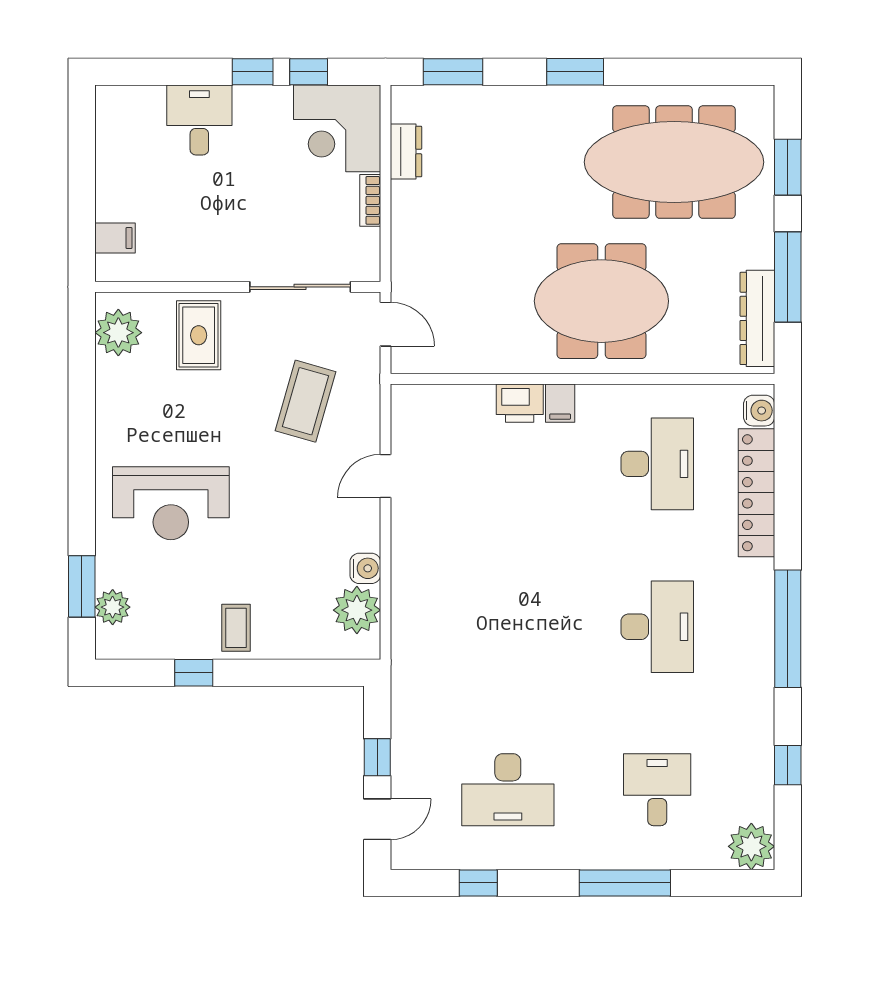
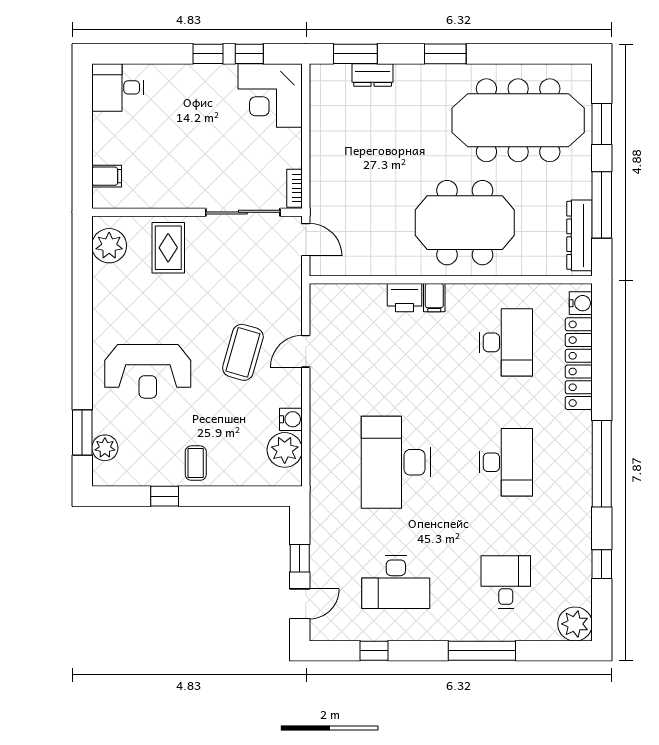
desk: (199, 120) -> (118, 87), moved, turned -90
dresser: (406, 152) -> (373, 75), moved, turned 90
bookcase: (370, 200) -> (295, 188), moved
coffee table: (306, 401) -> (243, 352), moved
desk: (508, 627) -> (396, 462), added

